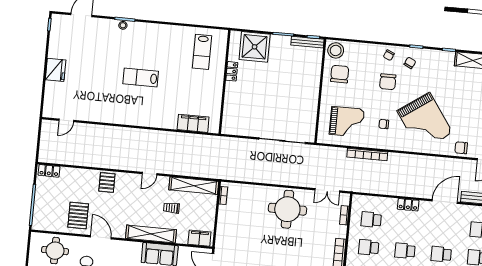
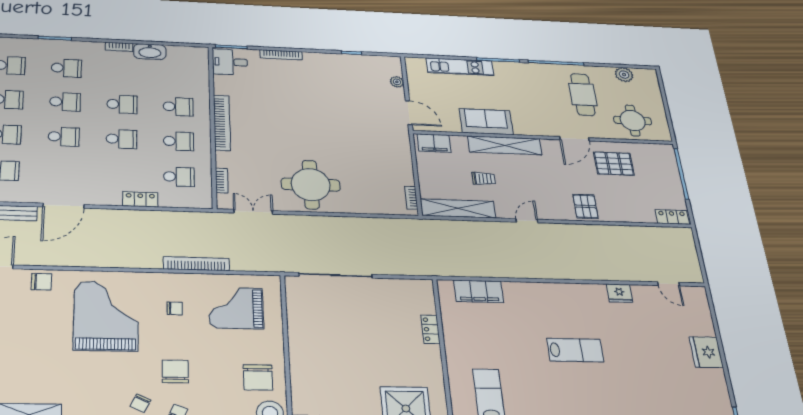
locker: (232, 71) -> (431, 329), moved
fridge: (101, 116) -> (620, 293), added
door: (66, 120) -> (669, 284), swing flipped
grand piano: (425, 122) -> (106, 316), turned 35
locker: (408, 205) -> (140, 199), moved
pallet: (78, 215) -> (614, 164), turned 90
door: (101, 237) -> (574, 139), hinge flipped

